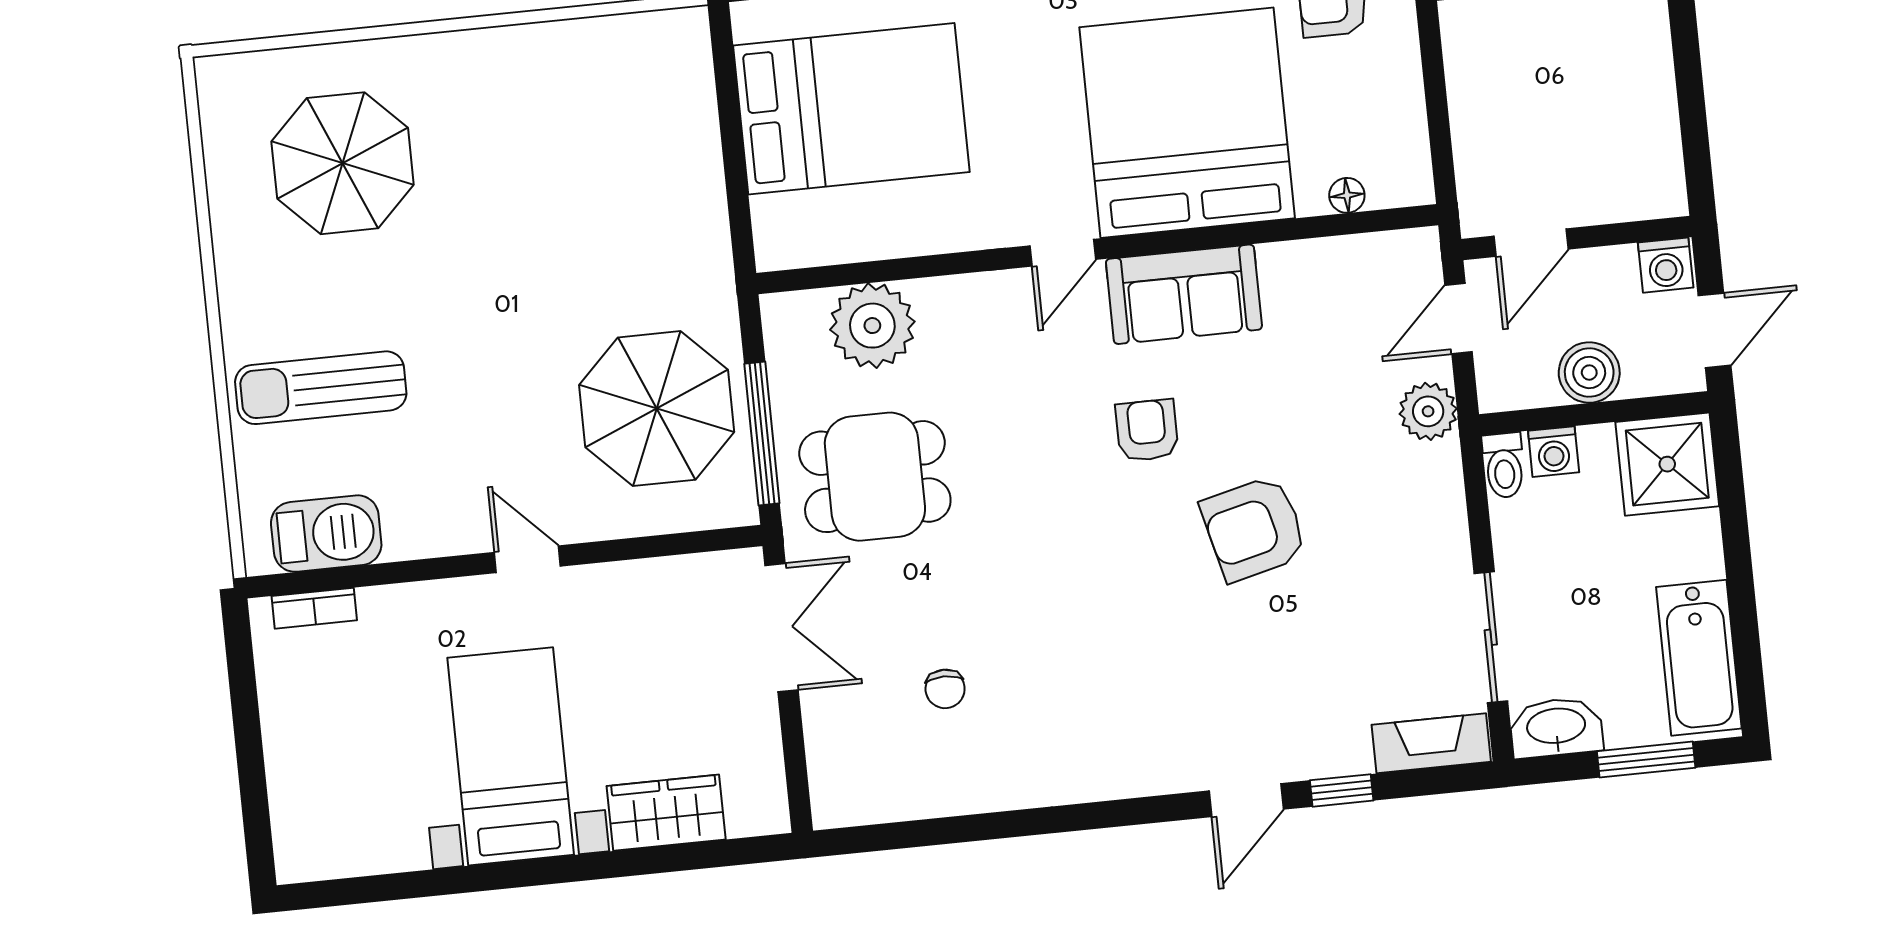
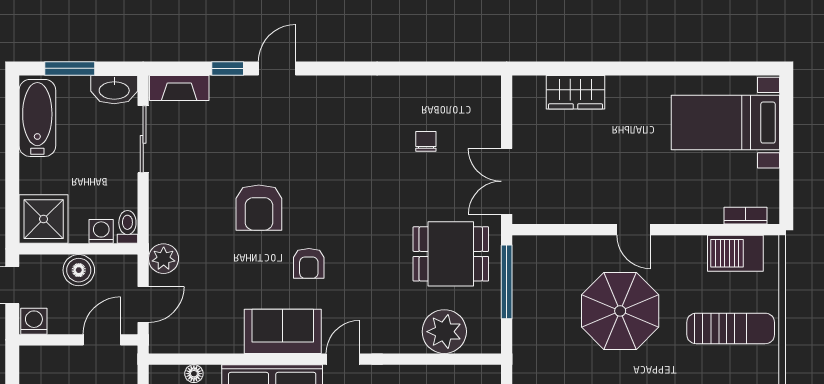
parasol: (657, 409) -> (620, 311), moved
armchair: (1254, 528) -> (259, 208), turned 104
bed with nightstands: (511, 756) -> (725, 123), moved, turned 90

